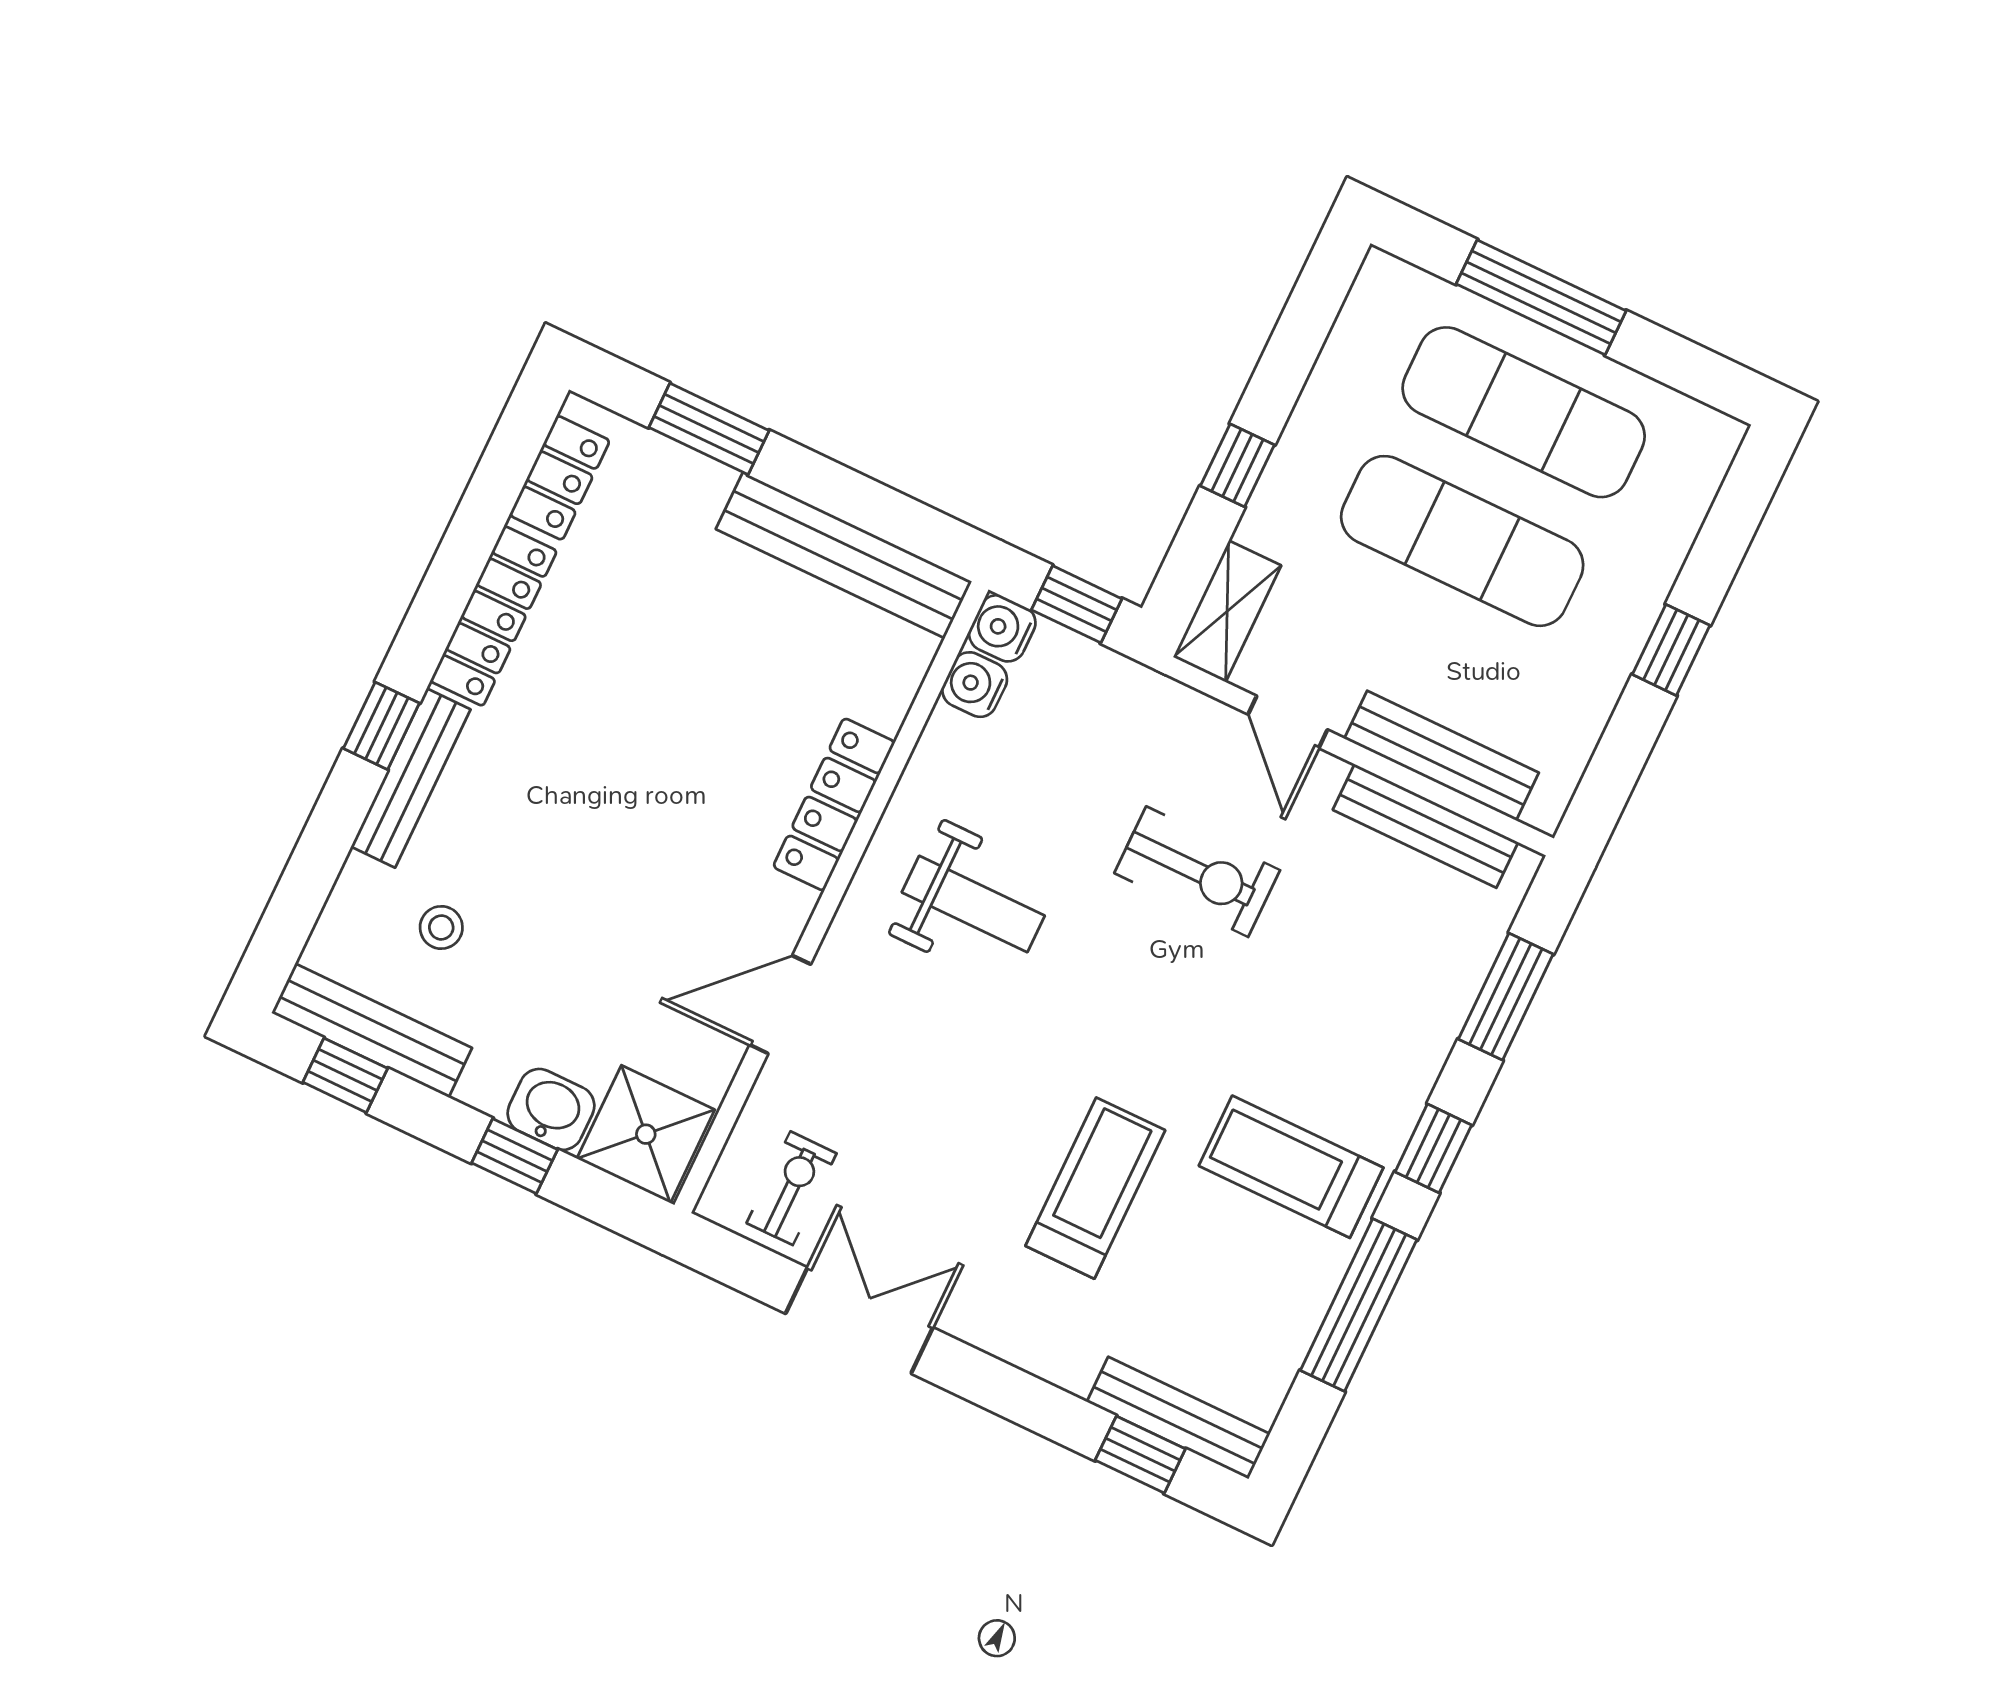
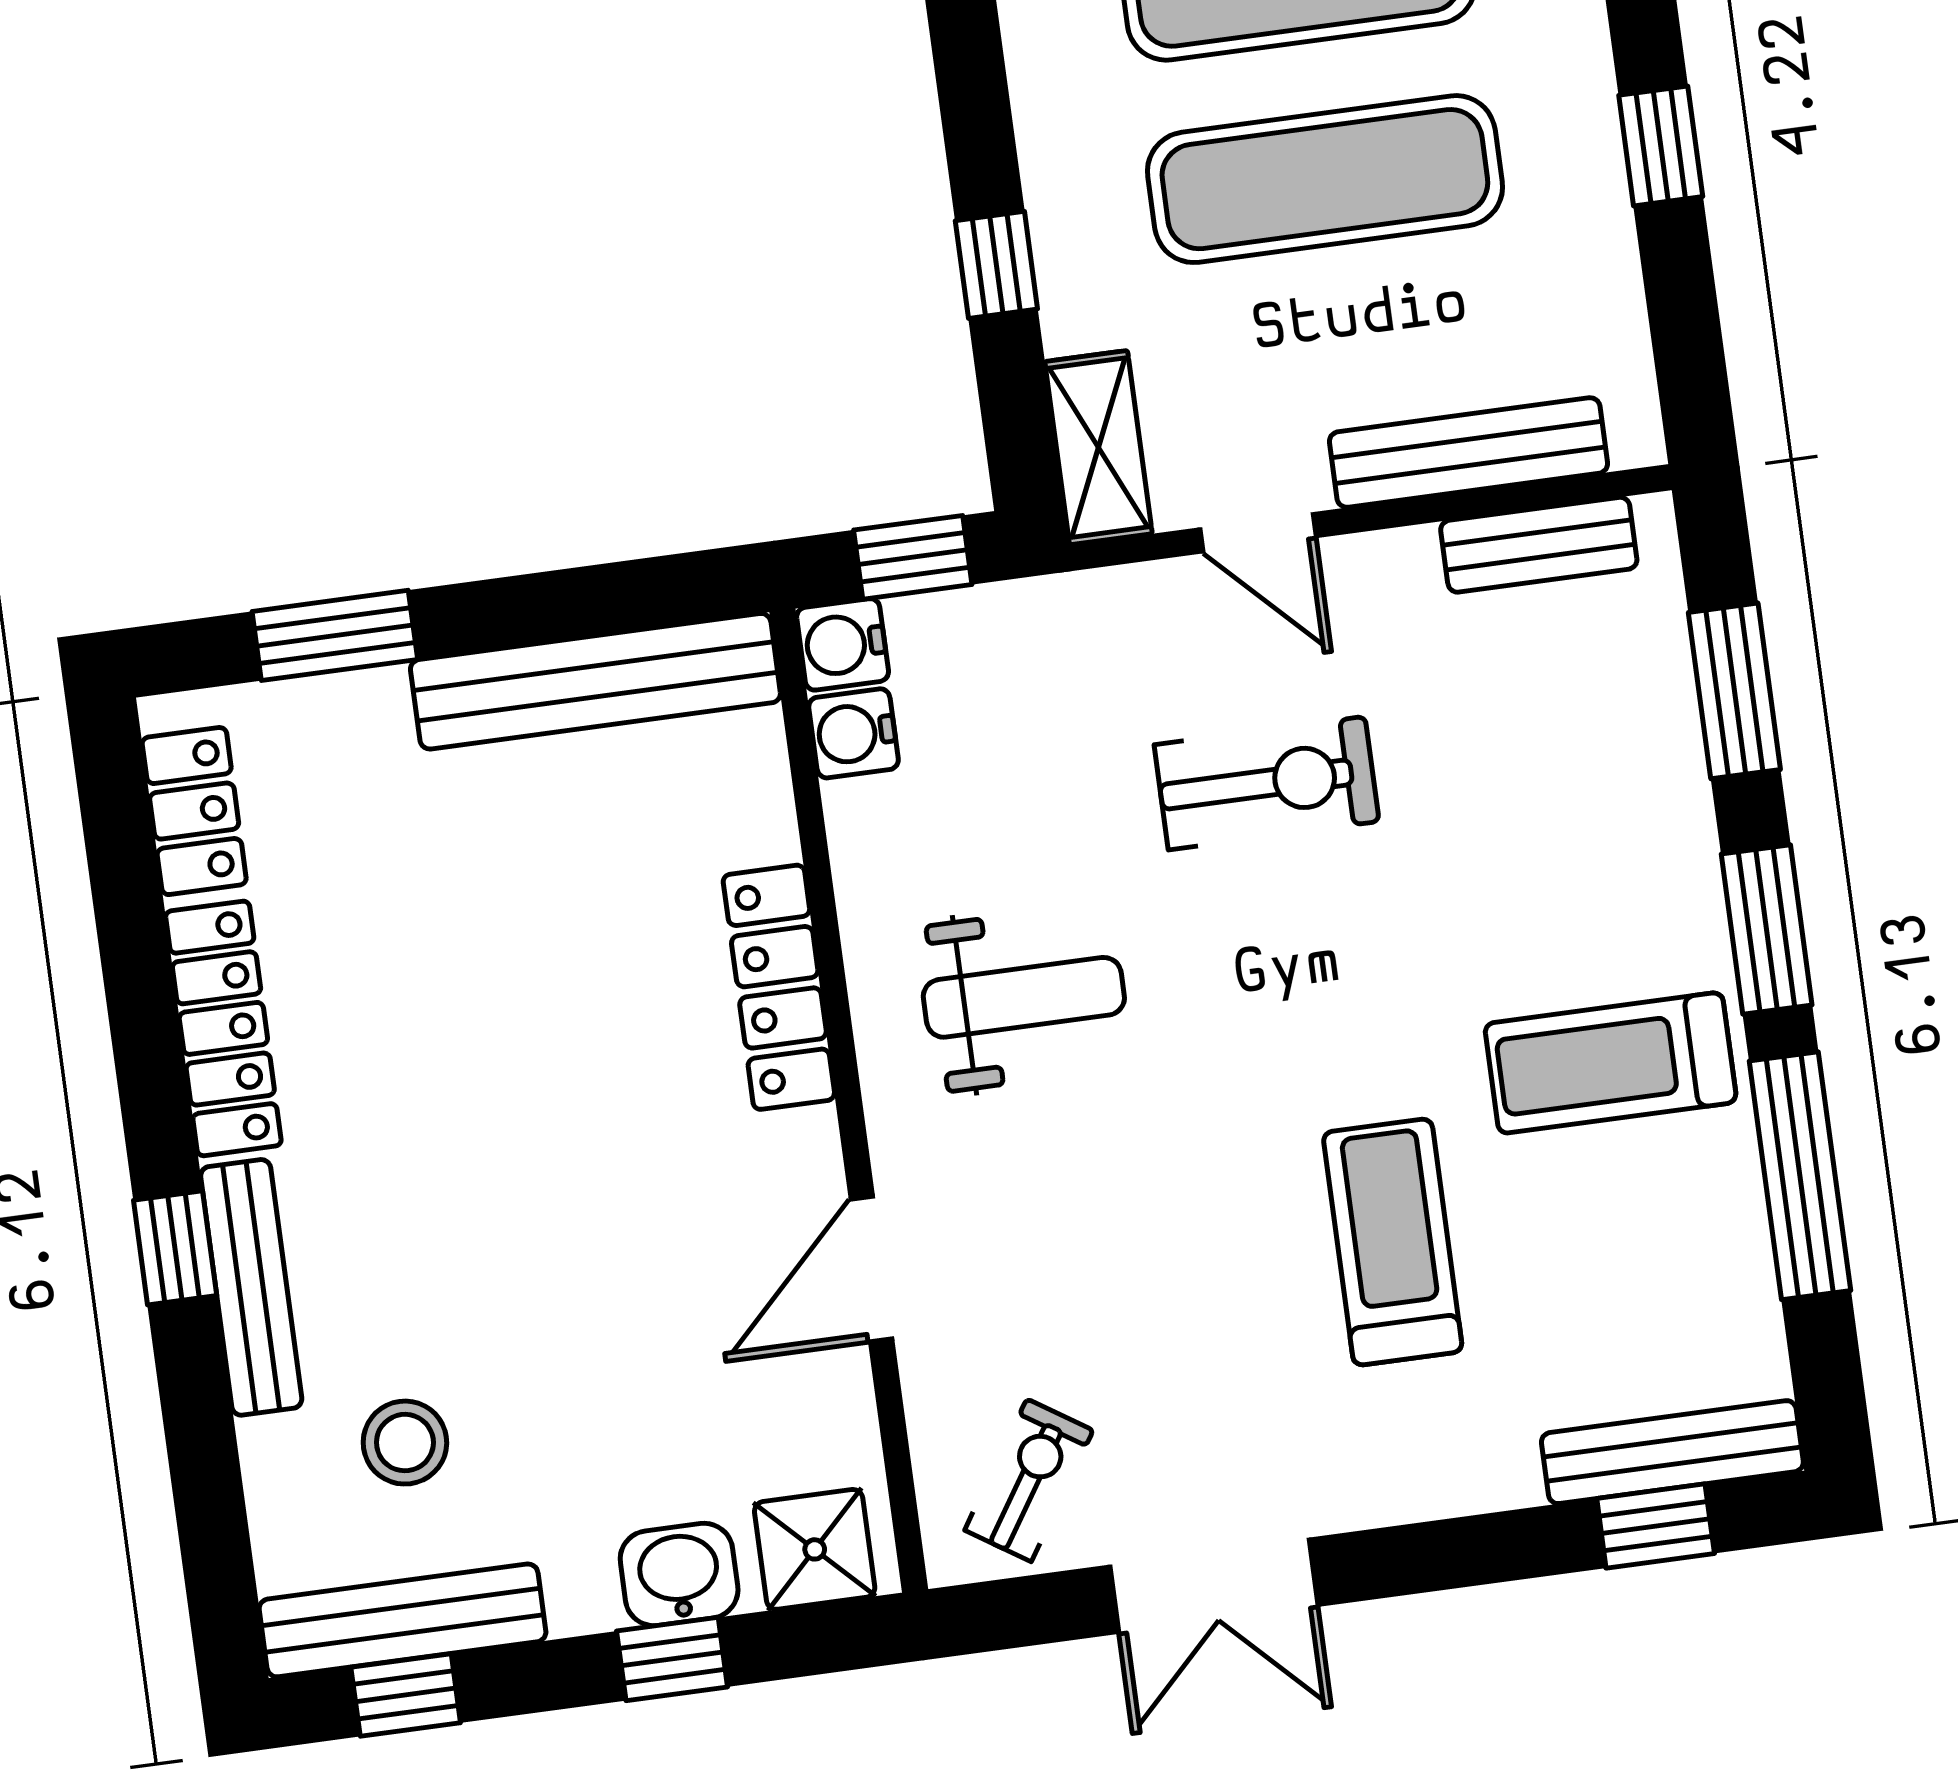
bench: (1426, 826) -> (1539, 545), width x0.73
stool: (441, 927) -> (405, 1443), width x1.37, depth x1.37
shower: (646, 1134) -> (815, 1549), width x0.73, depth x0.73
window: (1433, 1148) -> (1767, 929), width x1.50
exercise bike: (792, 1188) -> (1029, 1480), turned 33
double door: (859, 1321) -> (1214, 1586), swing flipped

